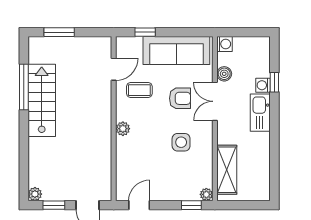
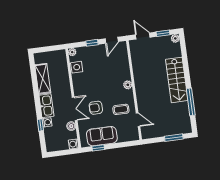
window: (145, 32) -> (98, 148), moved
sofa: (176, 51) -> (102, 136), width x0.73
door: (114, 69) -> (138, 120), swing flipped
stairs: (42, 100) -> (177, 80), moved
side table: (181, 142) -> (77, 67), moved
shelving: (227, 170) -> (43, 79), moved
window: (191, 205) -> (92, 43), moved

